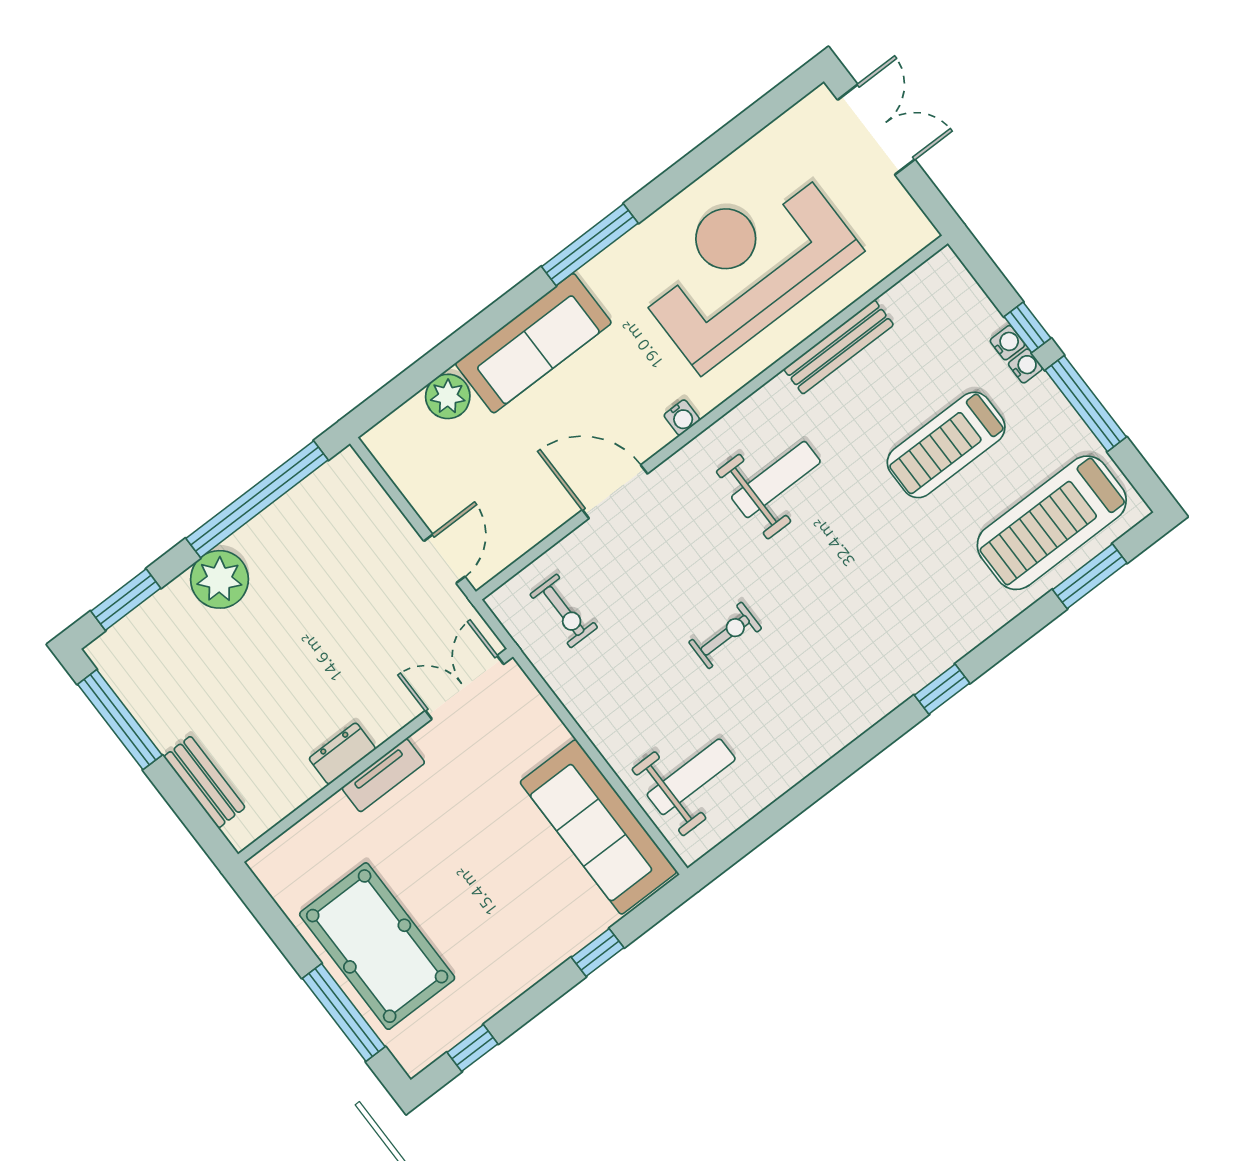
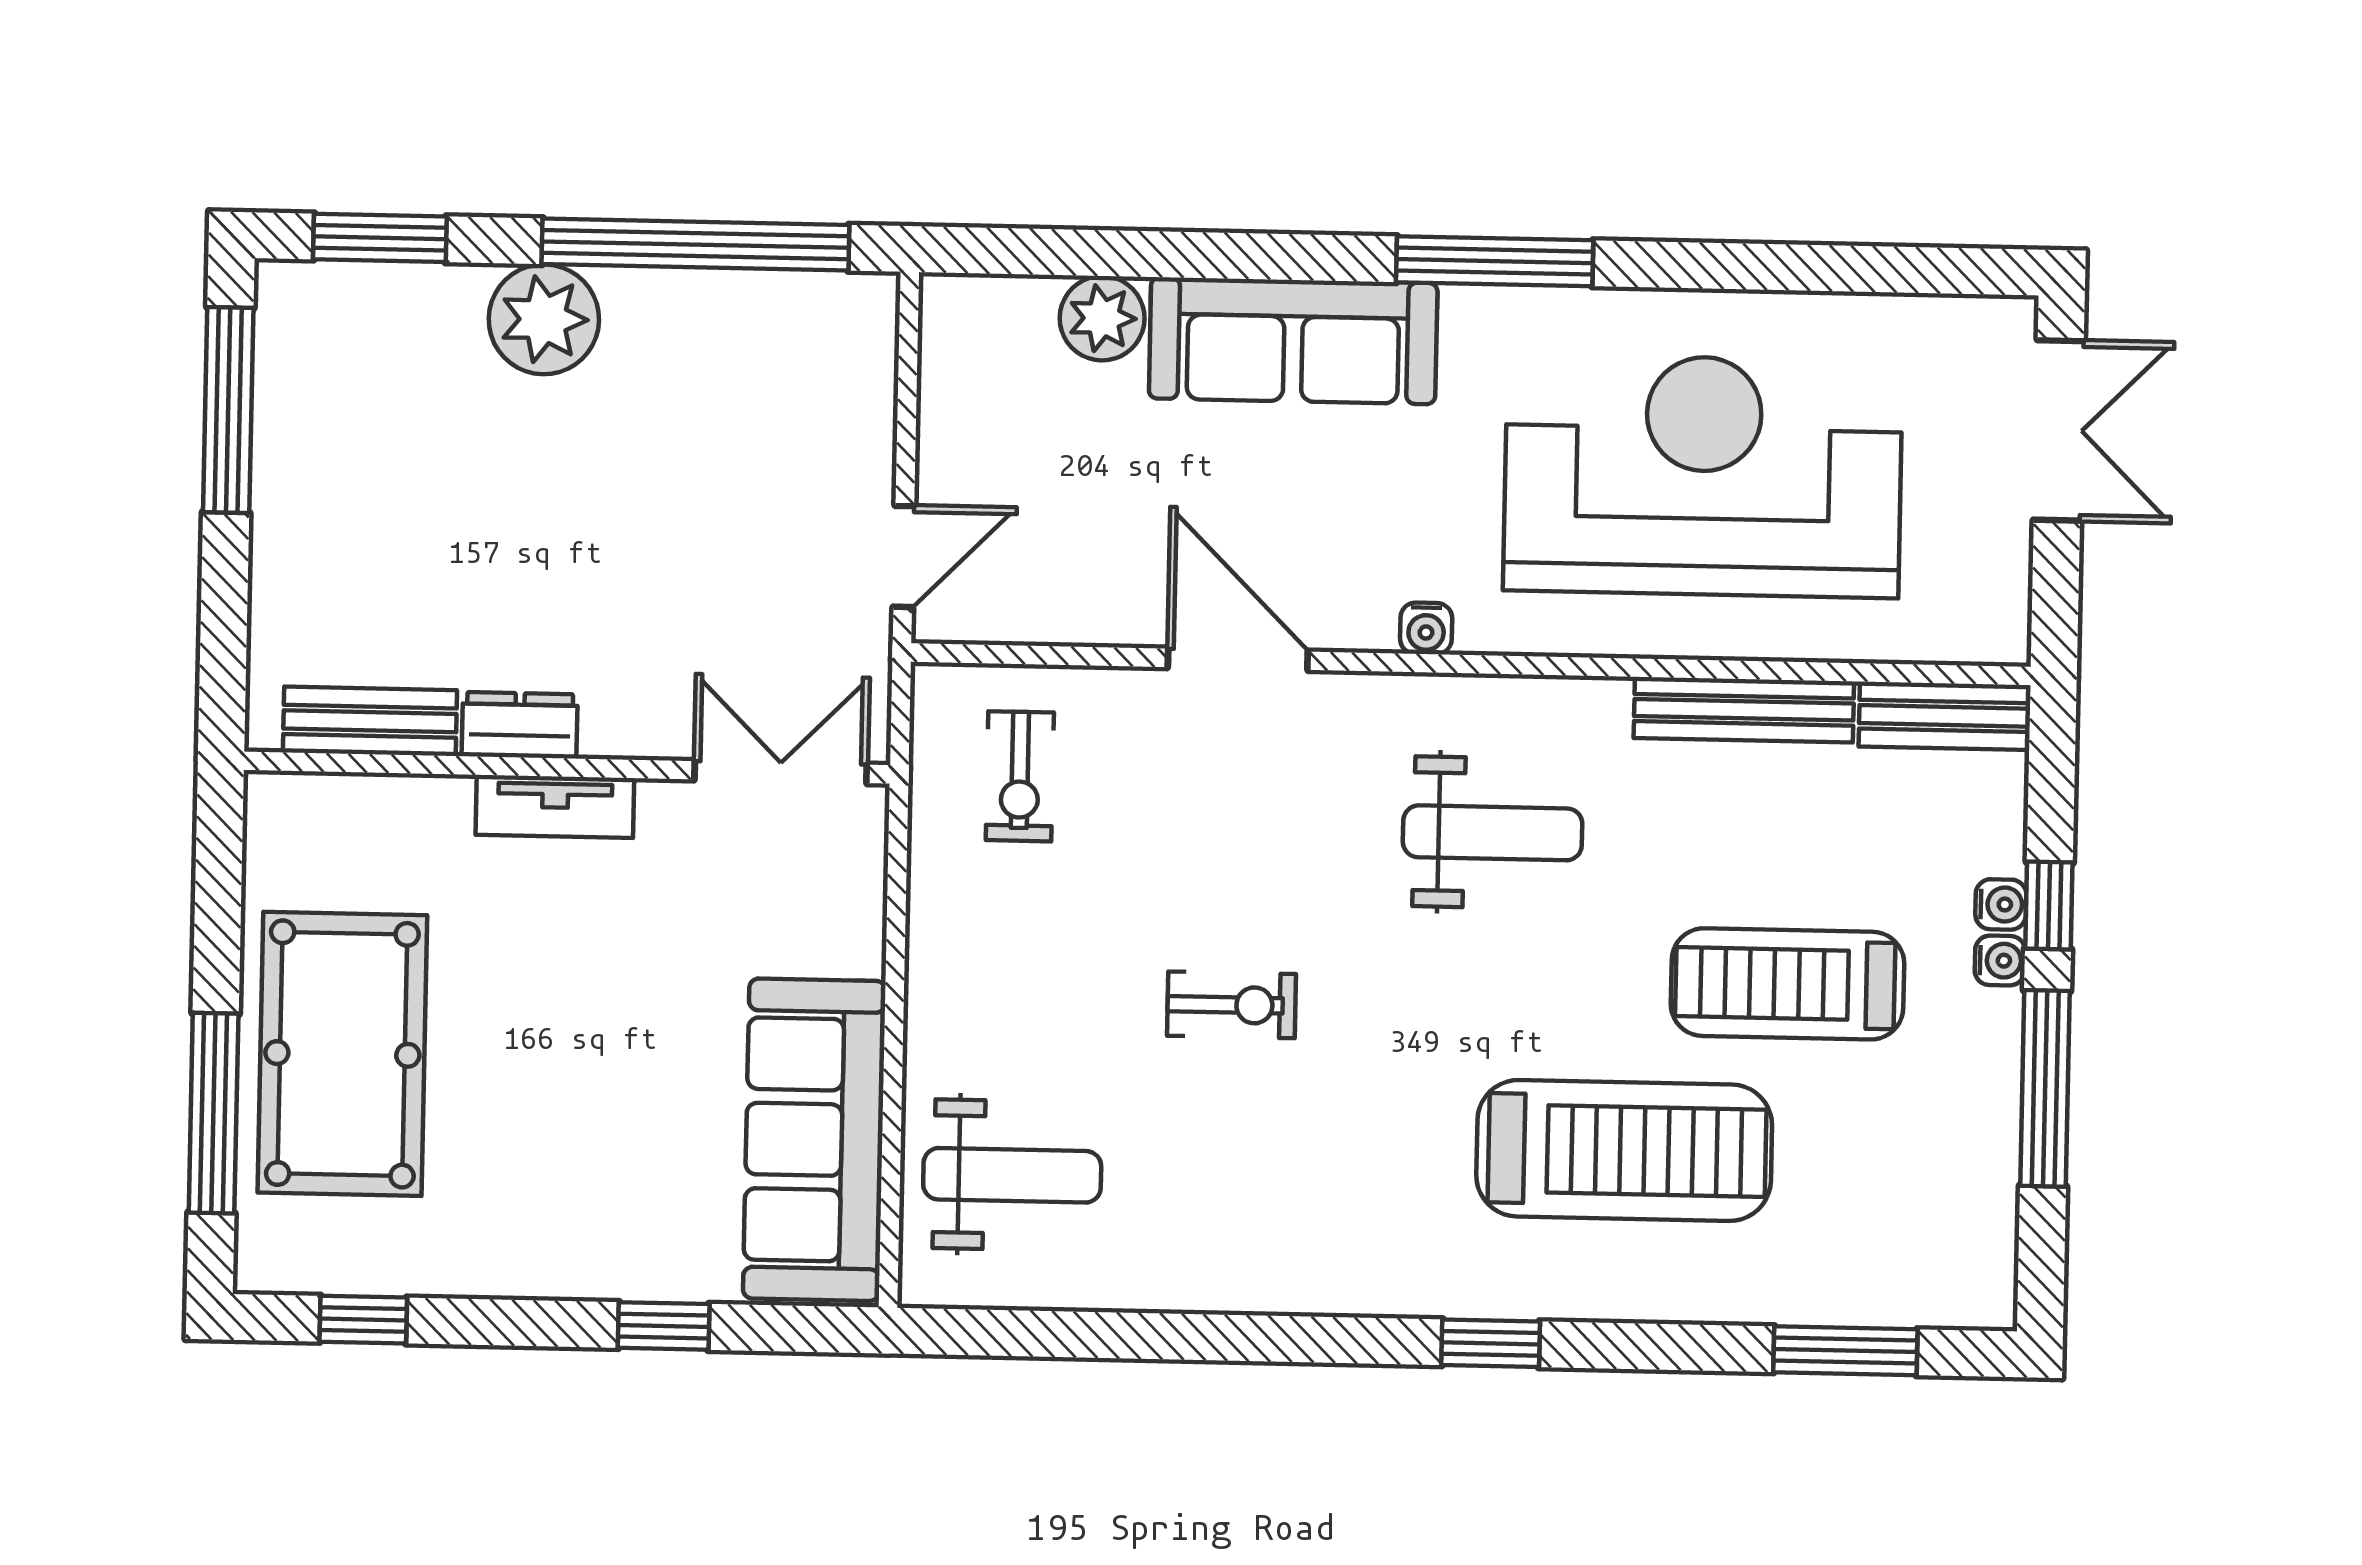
bench: (923, 284) -> (1945, 716), added
treadmill: (1052, 523) -> (1624, 1150), moved, turned 180
bench: (204, 782) -> (370, 721), moved, turned 90

